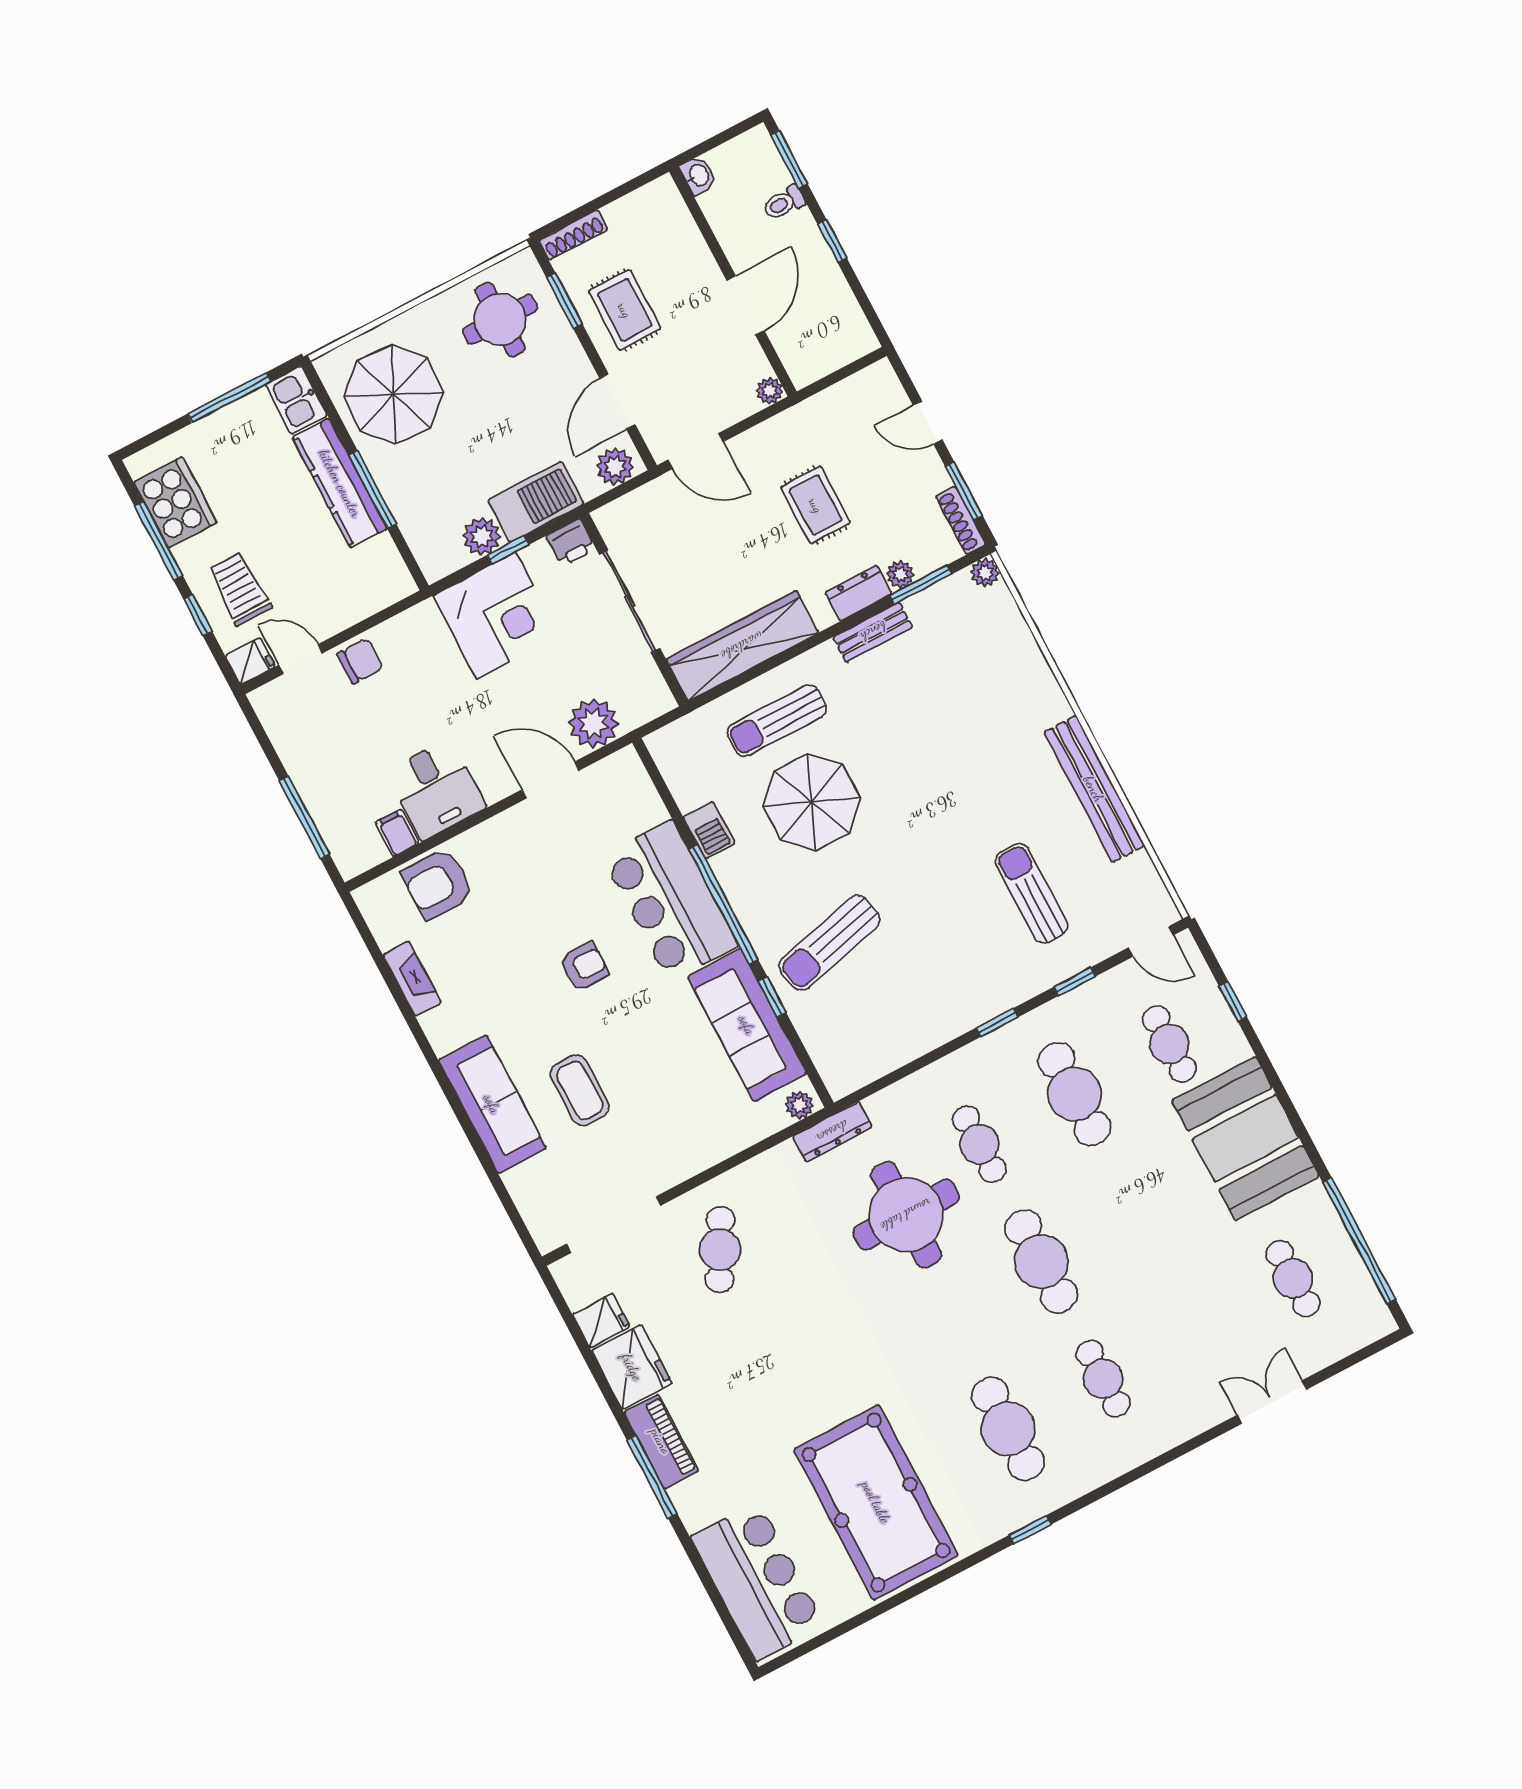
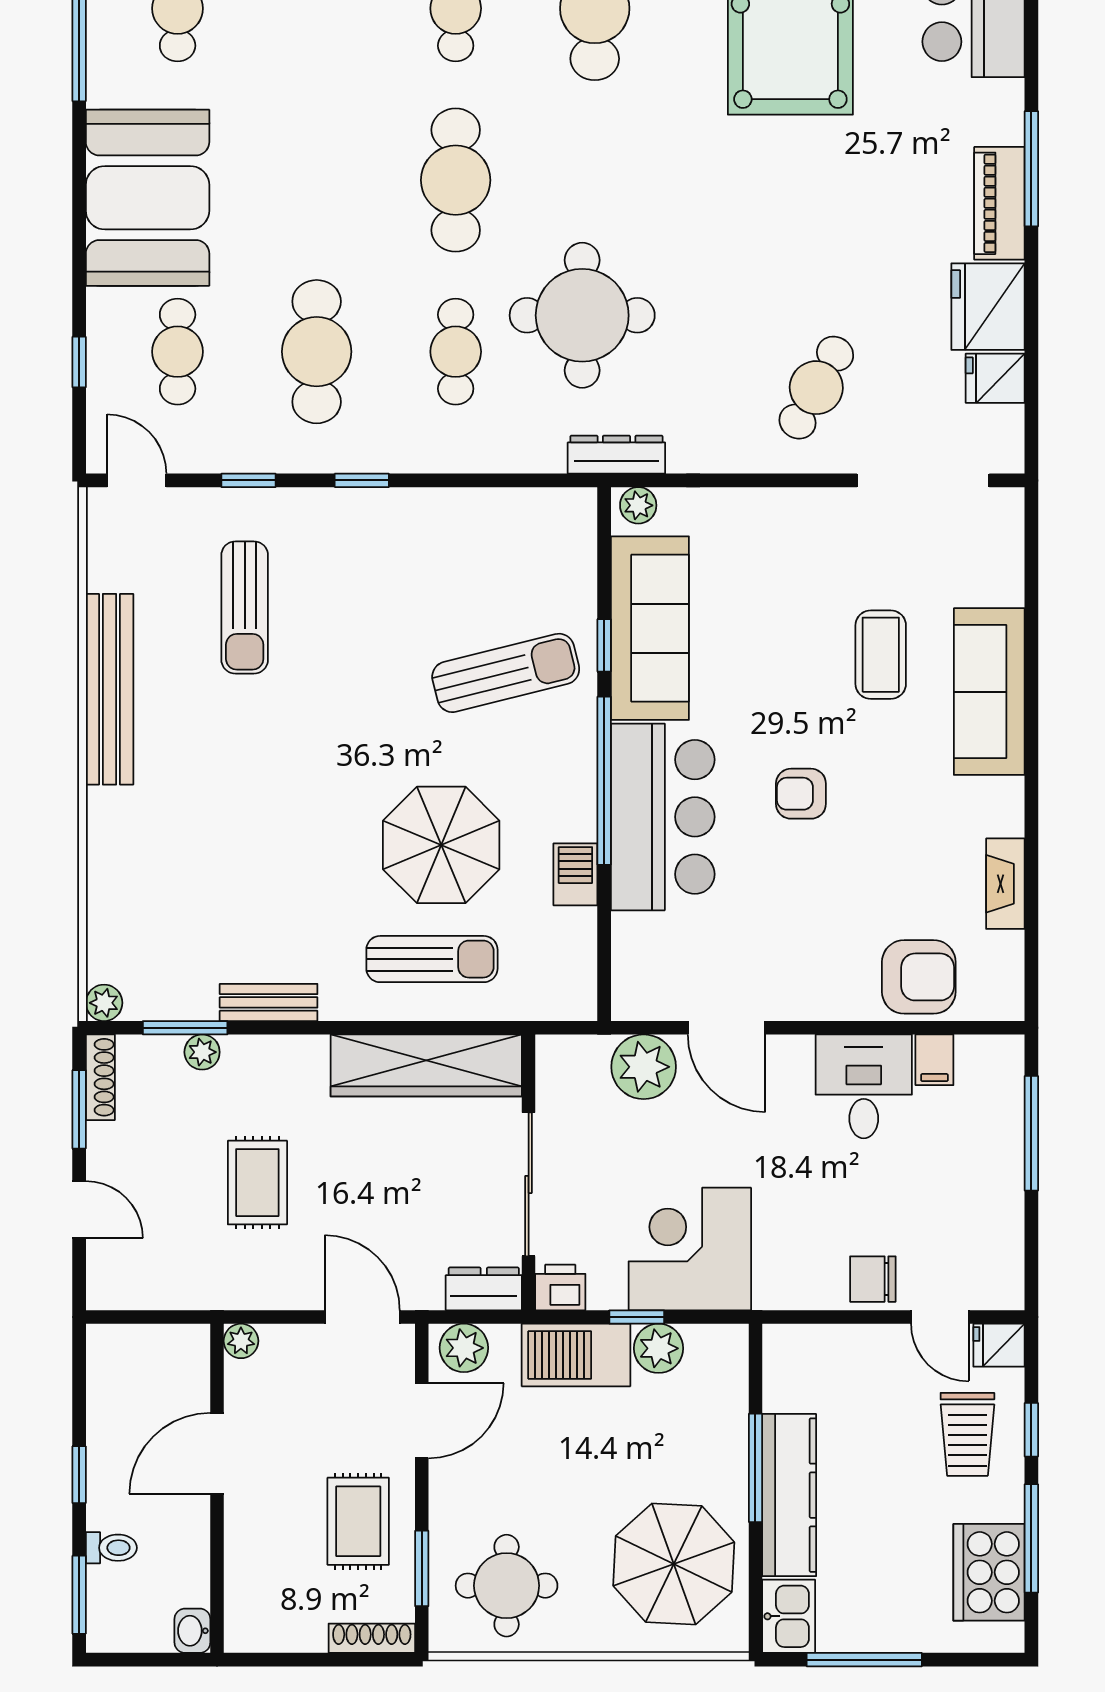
dresser: (858, 593) -> (484, 1289), moved, turned 180

